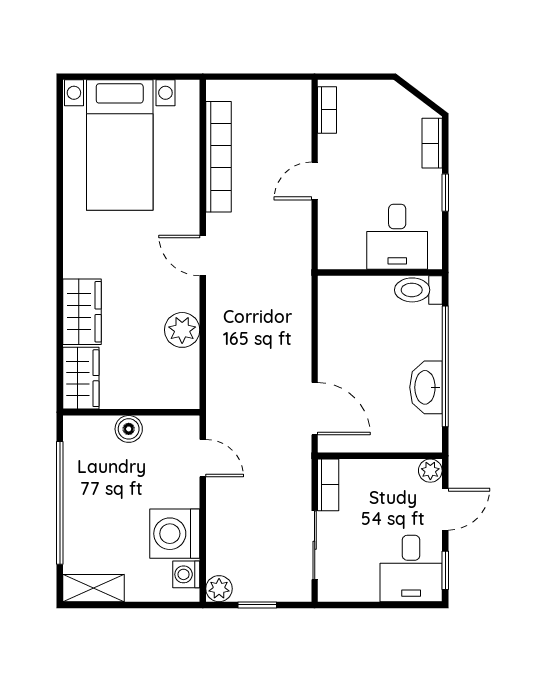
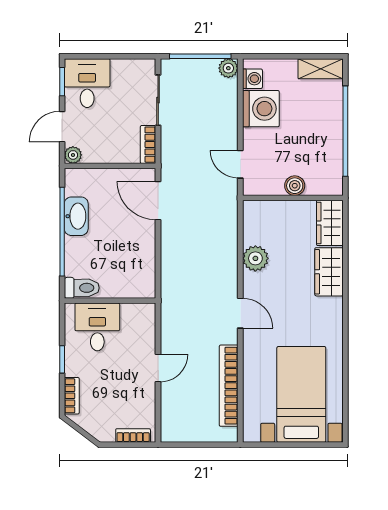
bookcase: (327, 110) -> (133, 435), moved, turned 90
window: (257, 605) -> (200, 56), width x2.17

